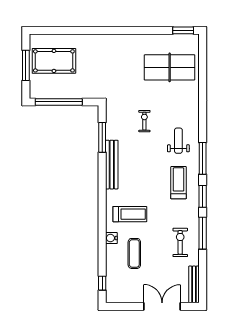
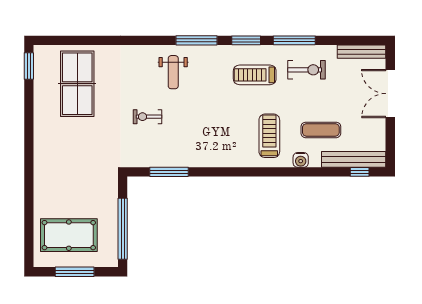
pool table: (54, 61) -> (69, 235), turned 90
weight bench: (178, 141) -> (173, 72), turned -90
bench: (112, 165) -> (354, 159), moved
treadmill: (179, 183) -> (255, 75), moved
exercise bike: (180, 242) -> (306, 70), turned 180

